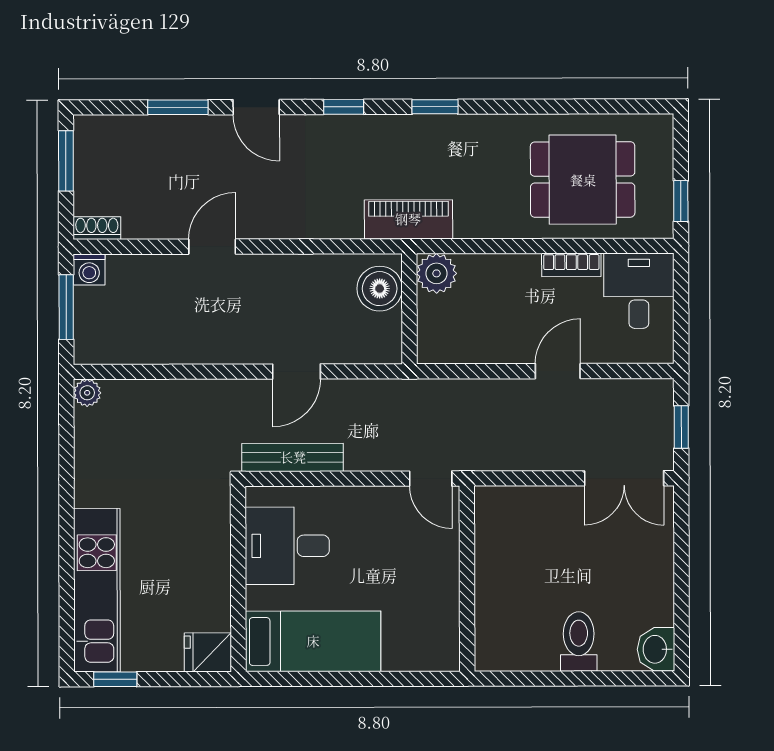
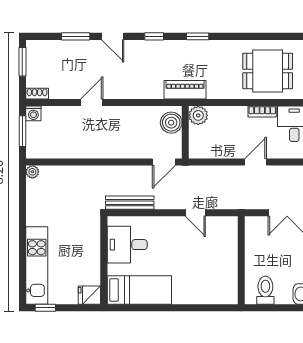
door: (296, 372) -> (164, 162), moved
wall: (467, 579) -> (241, 260), moved

